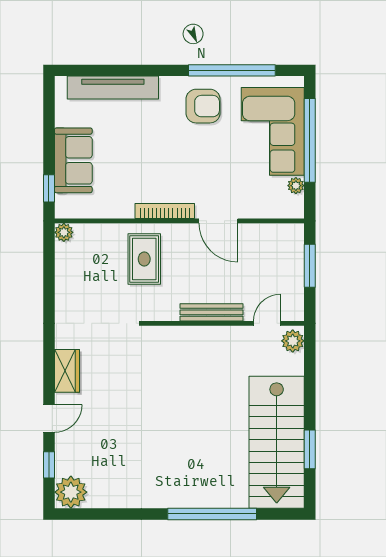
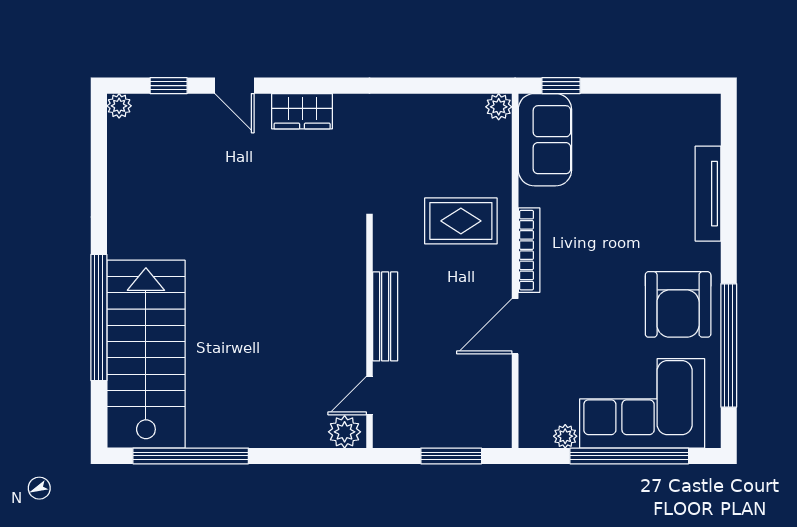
tv unit: (113, 88) -> (708, 194), width x0.73, depth x0.78
armchair: (203, 106) -> (678, 304), width x1.36, depth x1.36
sofa: (73, 160) -> (545, 140), moved, turned -90
door: (267, 323) -> (370, 396), swing flipped
stairs: (277, 442) -> (146, 354), moved, turned 90
window: (310, 449) -> (191, 456), width x2.11
plant: (71, 492) -> (119, 106), width x0.53, depth x0.53

